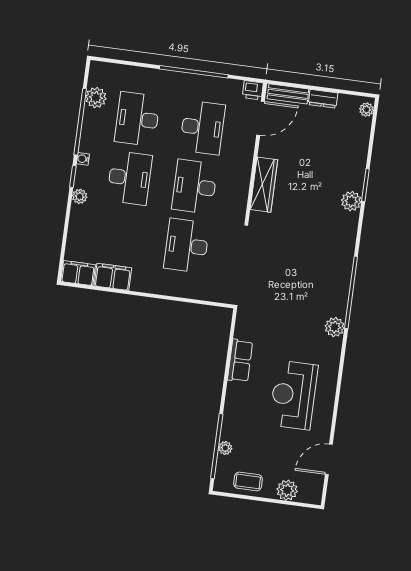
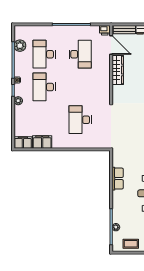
door: (261, 118) -> (111, 45), hinge flipped
desk: (130, 178) -> (44, 87), turned 180
wardrobe: (264, 185) -> (118, 70), moved
desk: (195, 187) -> (80, 87), removed

